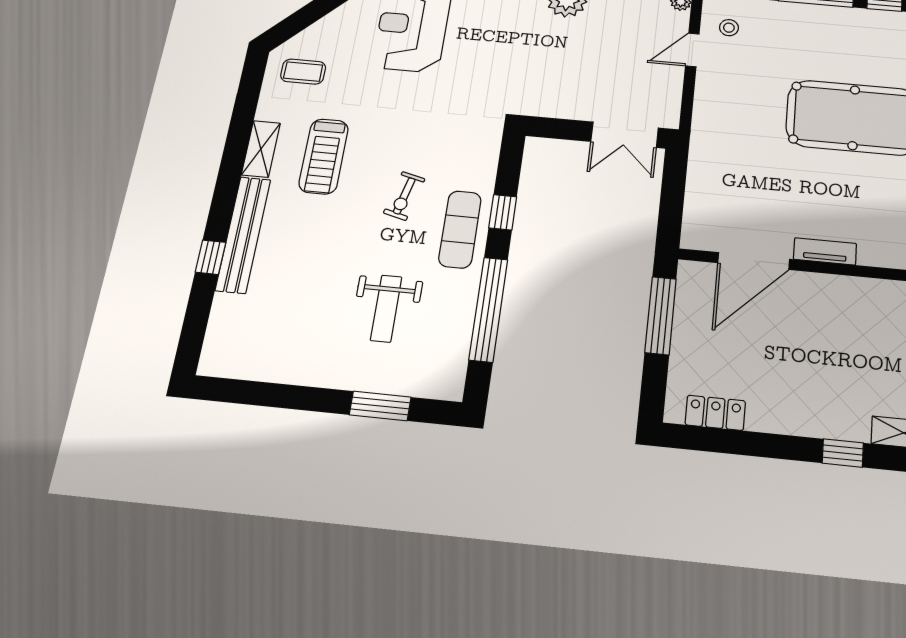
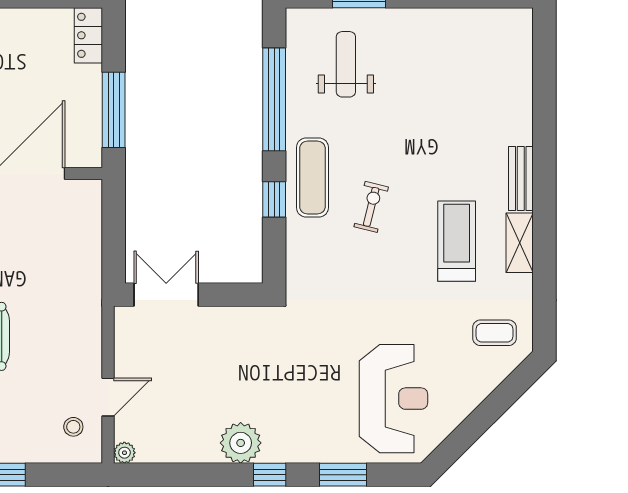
bench: (243, 234) -> (521, 179), width x0.54, depth x0.82
window: (210, 257) -> (544, 124), removed
weight bench: (386, 309) -> (346, 64), moved
locker: (715, 413) -> (88, 35), moved, turned 90

